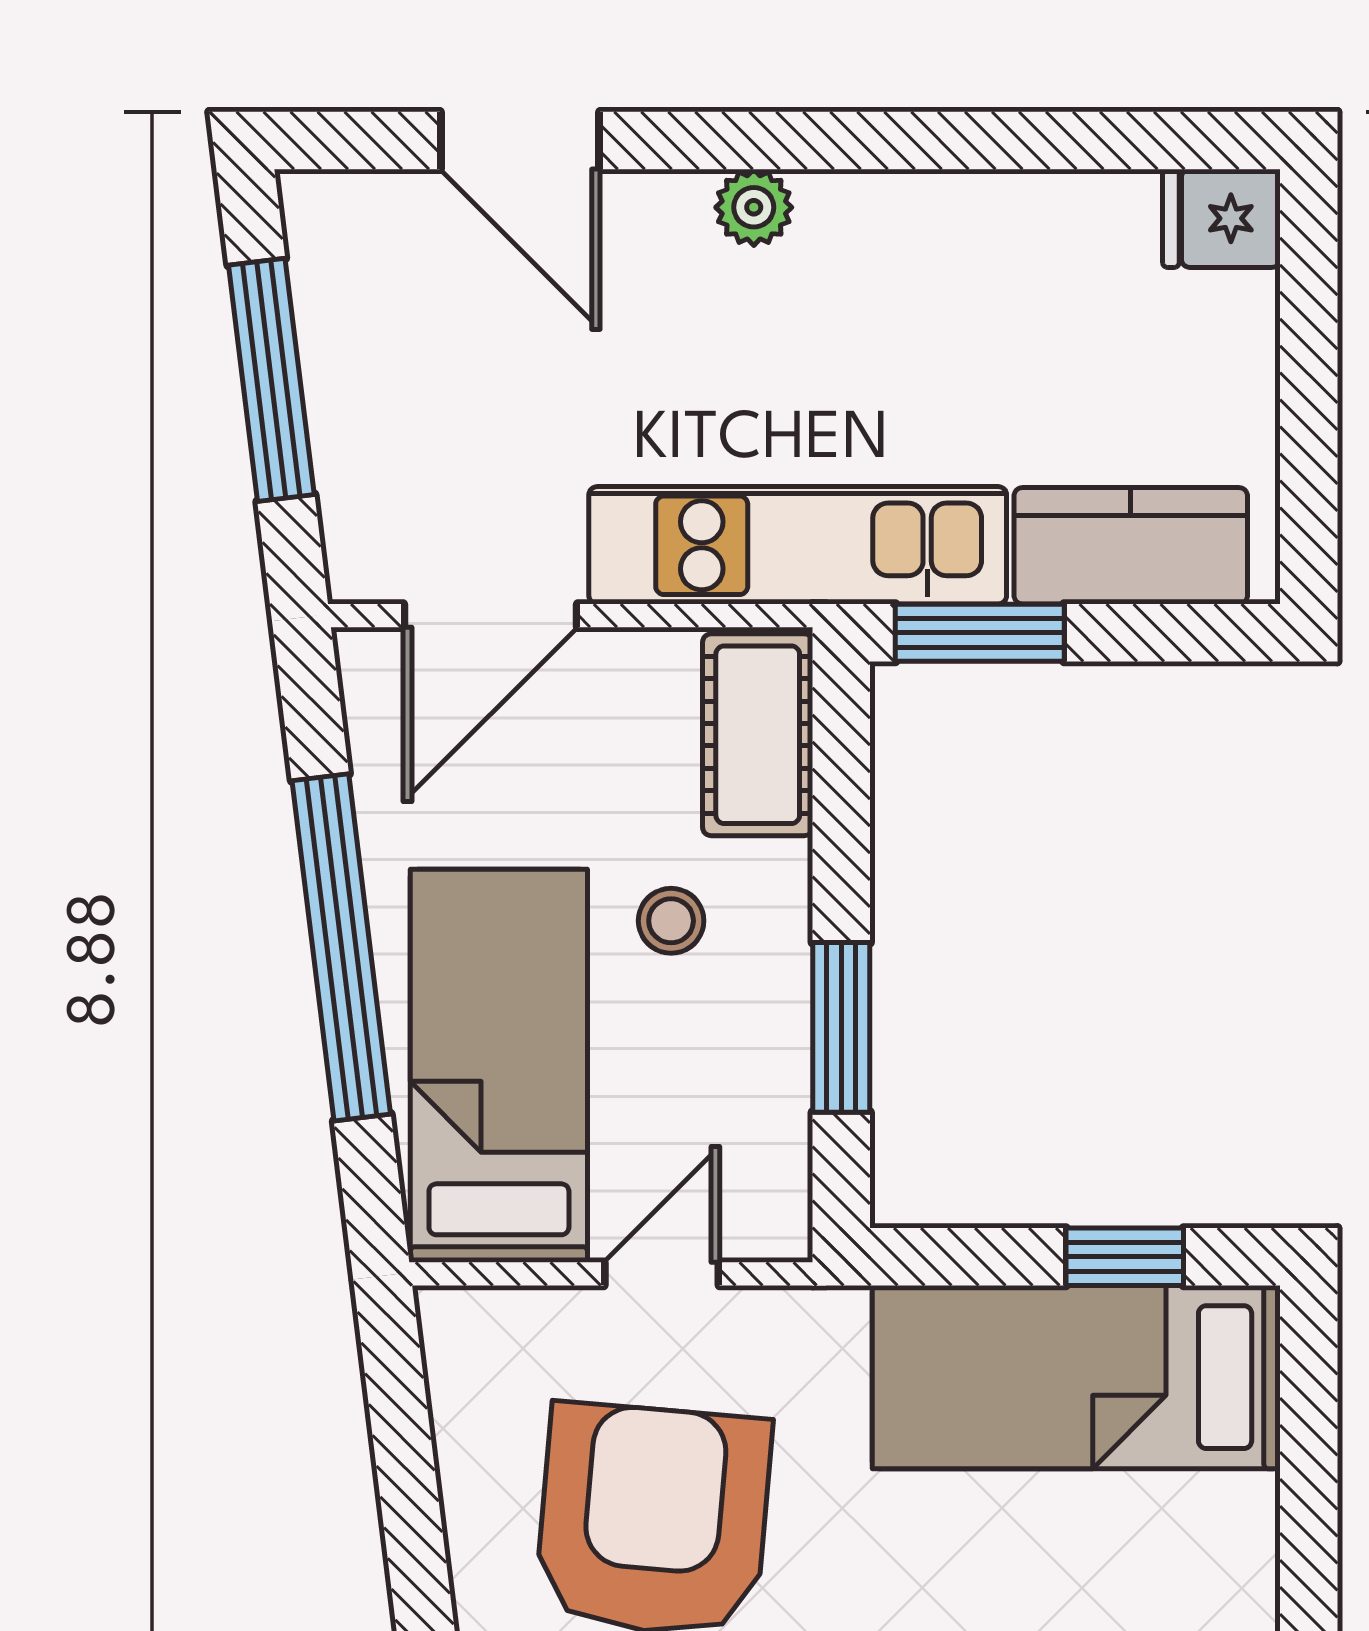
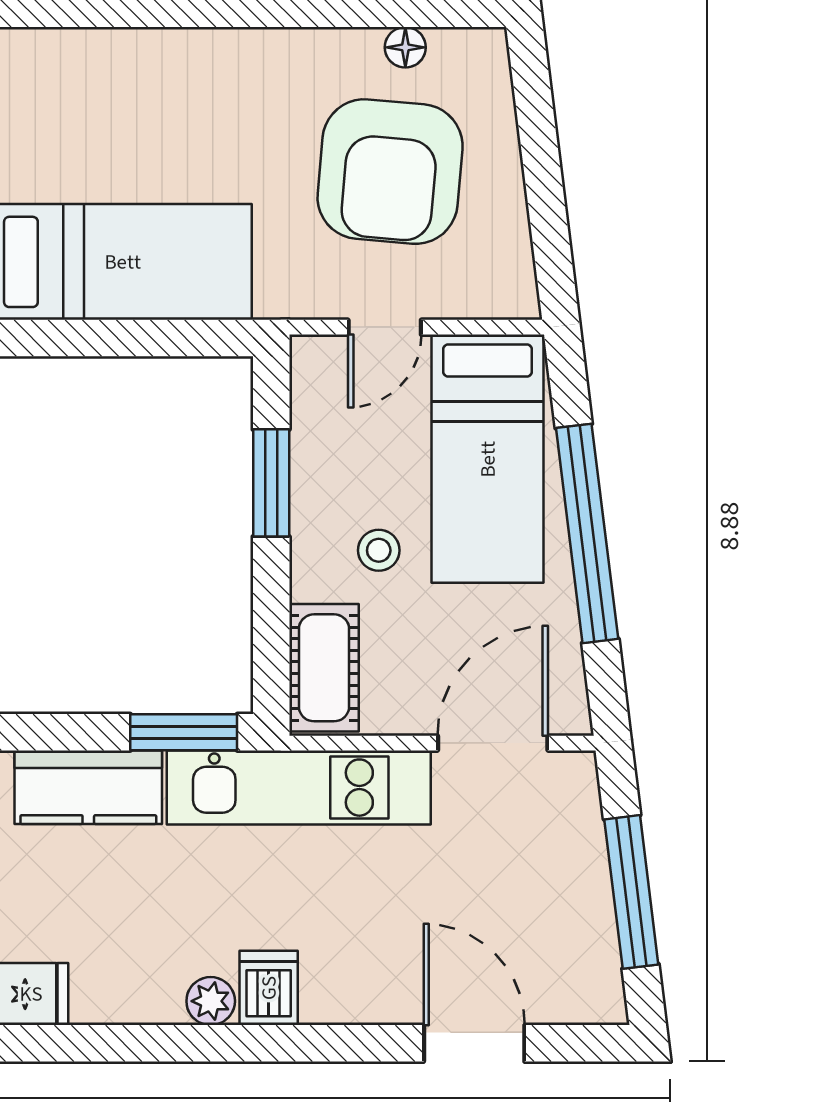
plant: (754, 207) -> (211, 1001), moved
dishwasher: (845, 228) -> (269, 988), added
window: (1125, 1257) -> (92, 338), removed

